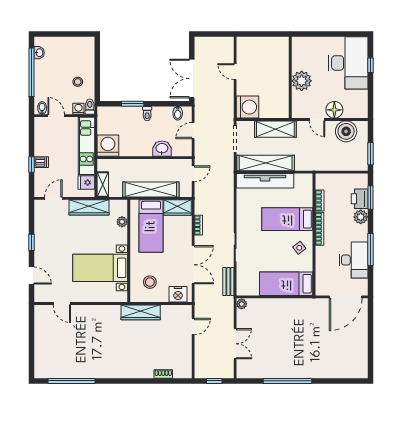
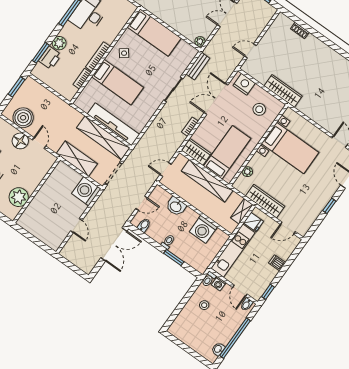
plant: (302, 81) -> (19, 197), moved
washing machine: (108, 146) -> (203, 229), moved
window: (31, 164) -> (268, 292), moved

